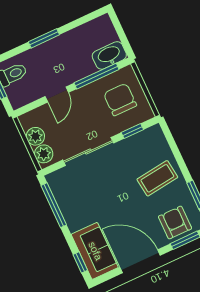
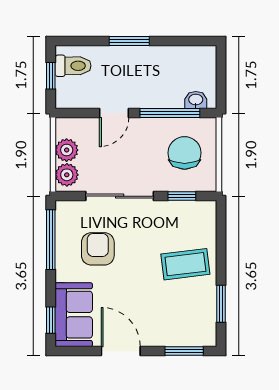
washbasin: (109, 55) -> (196, 100), width x0.52, depth x0.69
armchair: (175, 222) -> (98, 249), moved
door: (140, 261) -> (121, 351), width x0.73

